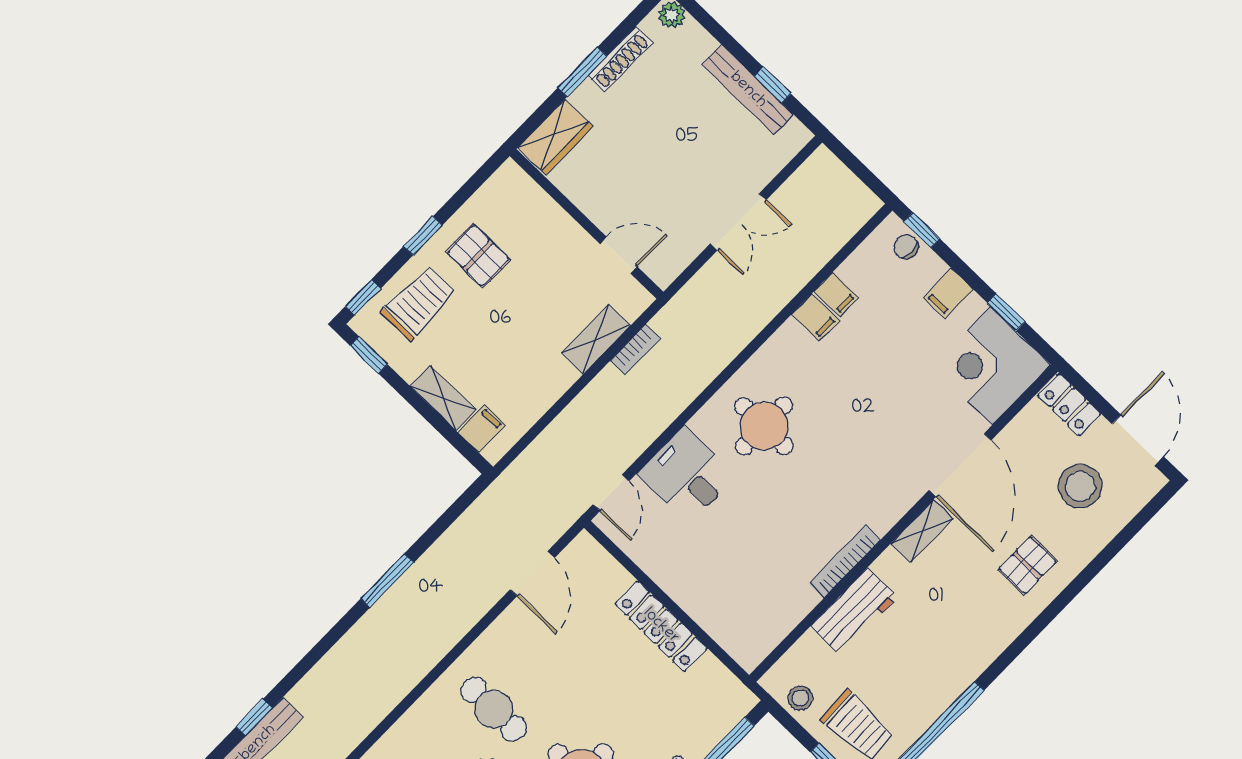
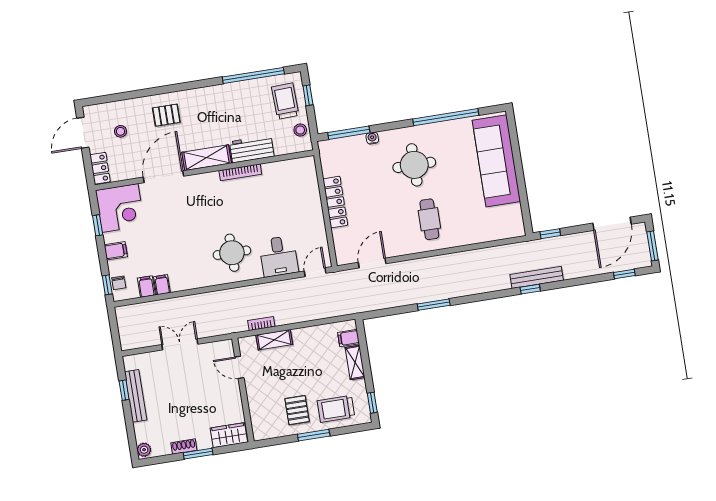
shoe rack: (620, 59) -> (184, 447), width x0.70
window: (423, 236) -> (314, 435), width x1.50
window: (363, 297) -> (357, 428), removed
filing cabinet: (816, 317) -> (146, 287), moved
stool: (1080, 486) -> (121, 131), width x0.53, depth x0.53
shelving: (922, 531) -> (207, 158), width x1.50, depth x1.33

